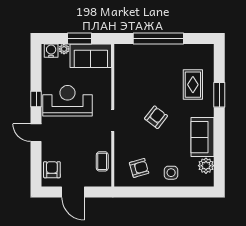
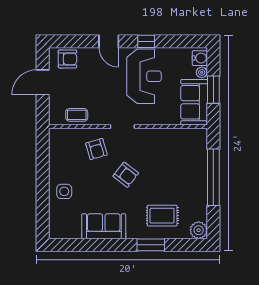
door: (36, 133) -> (109, 41), swing flipped
plant: (206, 166) -> (199, 230), moved
armchair: (139, 168) -> (96, 149), moved

